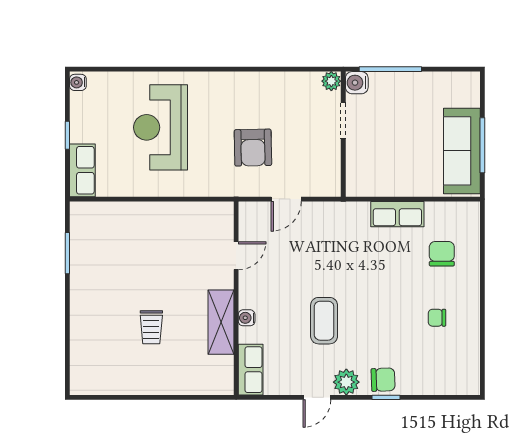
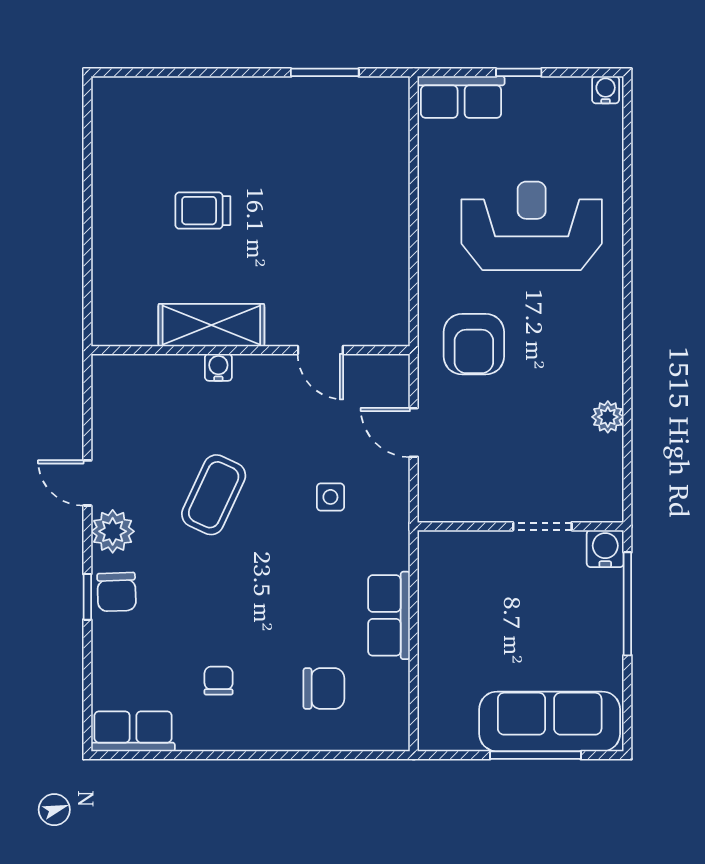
plant: (331, 81) -> (608, 417), moved
window: (482, 145) -> (535, 755), moved
armchair: (253, 148) -> (474, 344), moved, turned -89
sofa: (462, 151) -> (550, 721), moved
side table: (325, 250) -> (330, 497), added
coffee table: (324, 321) -> (214, 495), turned -65
row of seats: (251, 370) -> (133, 731), moved, turned 180

